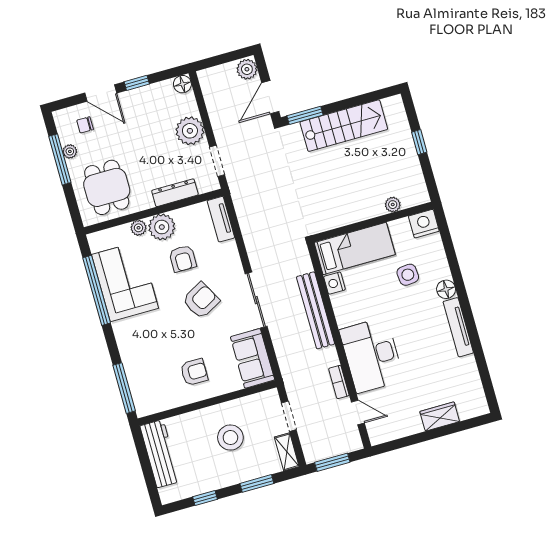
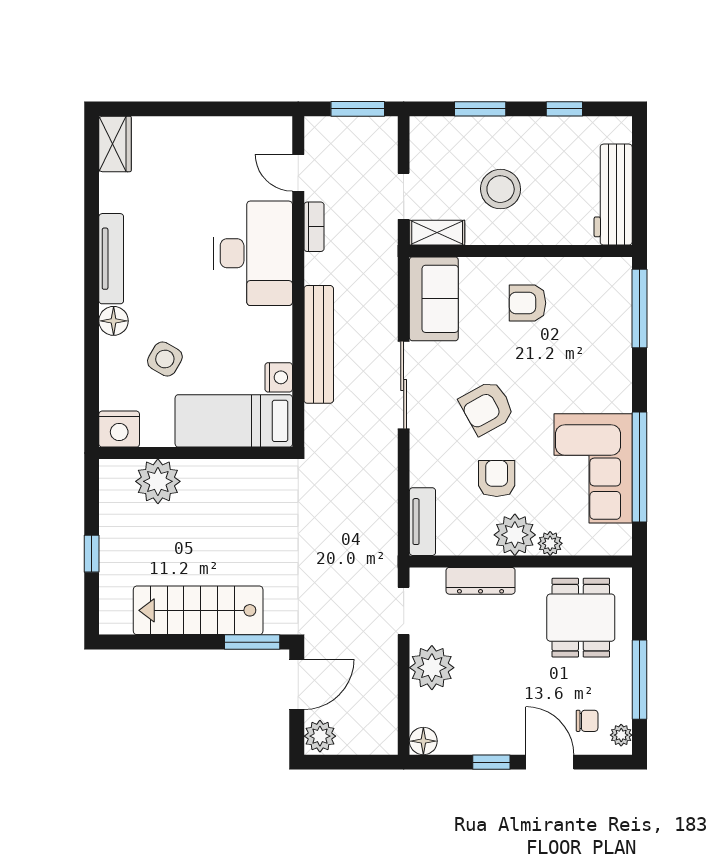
plant: (70, 151) -> (621, 735), moved
plant: (393, 205) -> (158, 481), width x1.87, depth x1.87
side table: (408, 275) -> (165, 359), turned 35
wardrobe: (440, 416) -> (115, 144), moved, turned -90
shelving: (287, 452) -> (437, 233), moved, turned 90

